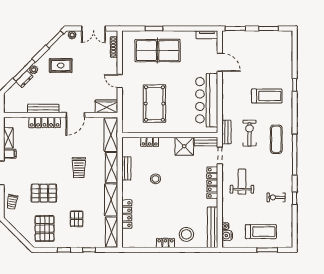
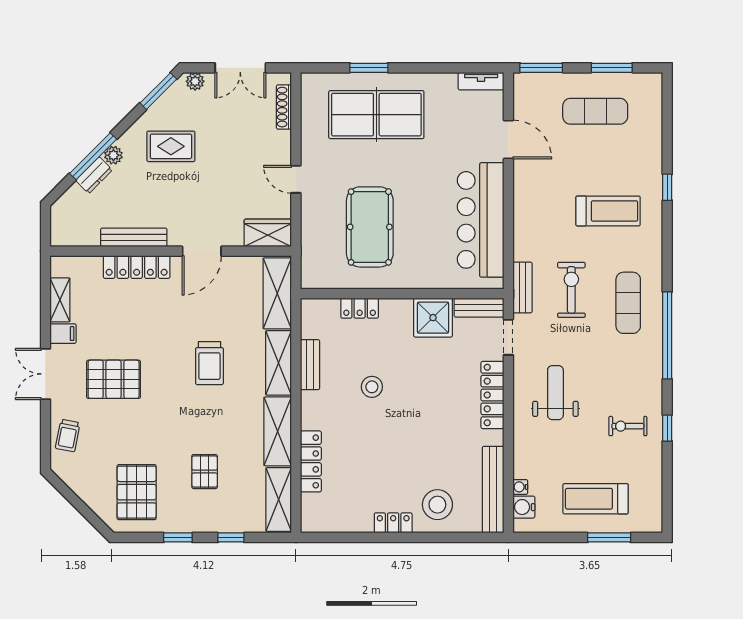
exercise mat: (261, 49) -> (595, 111), added
pallet: (44, 193) -> (114, 379), moved
treadmill: (261, 232) -> (596, 499), turned 180

